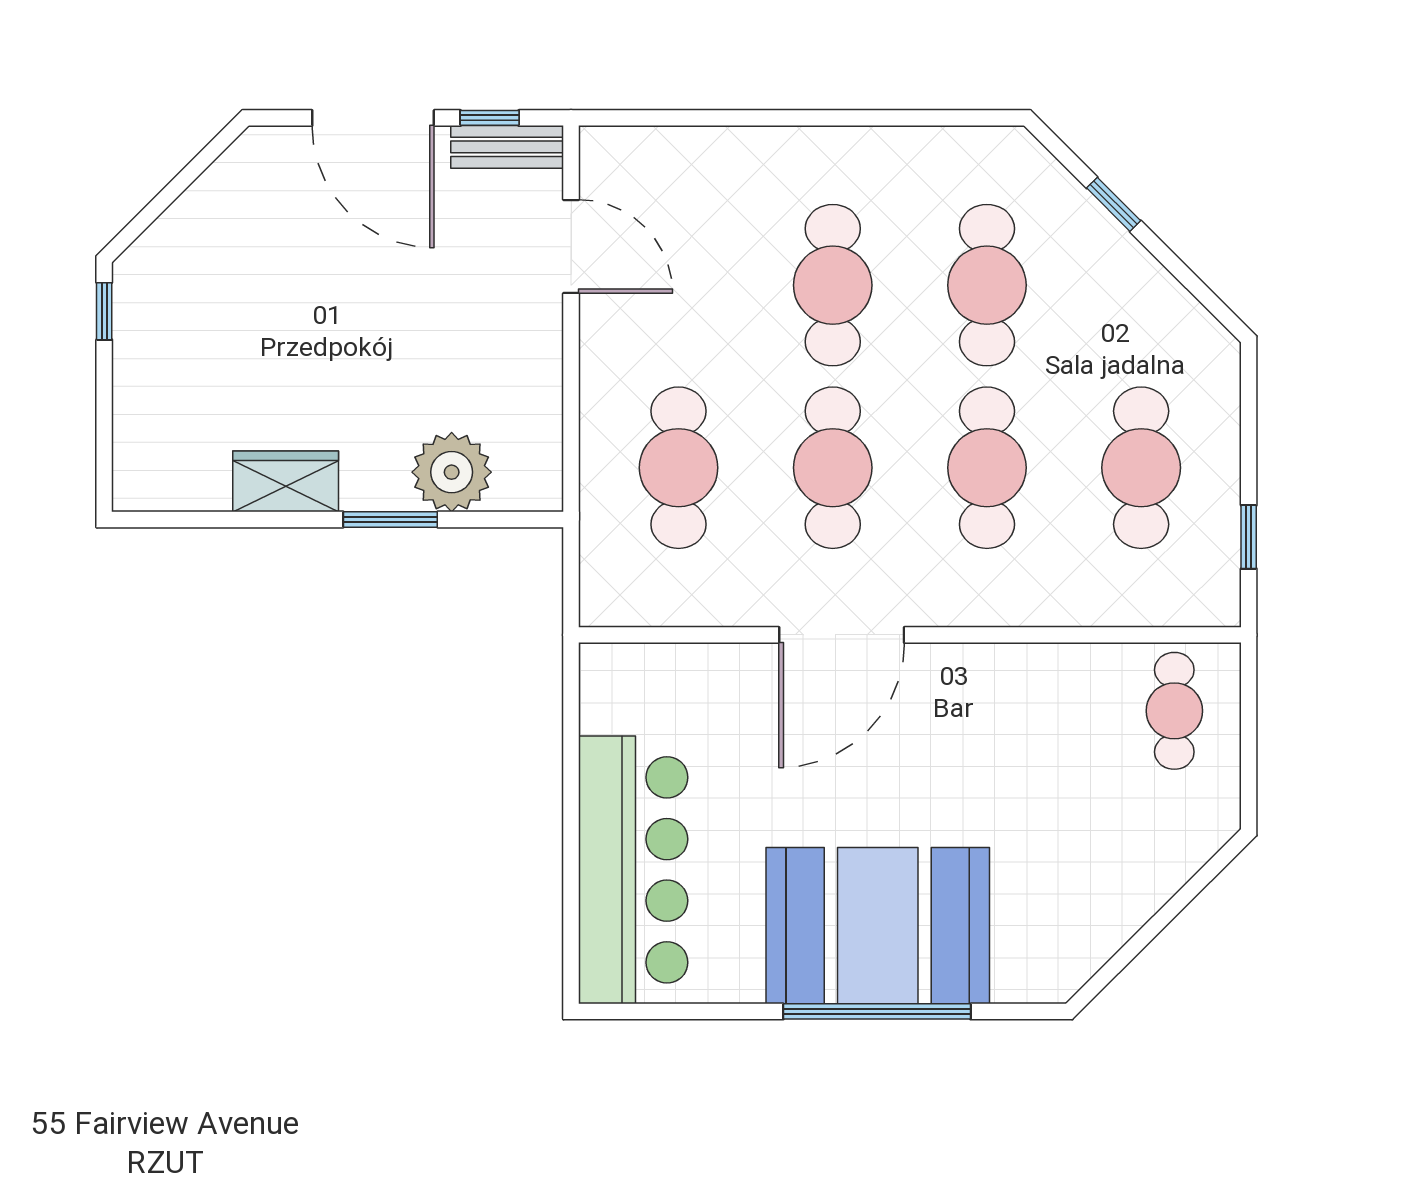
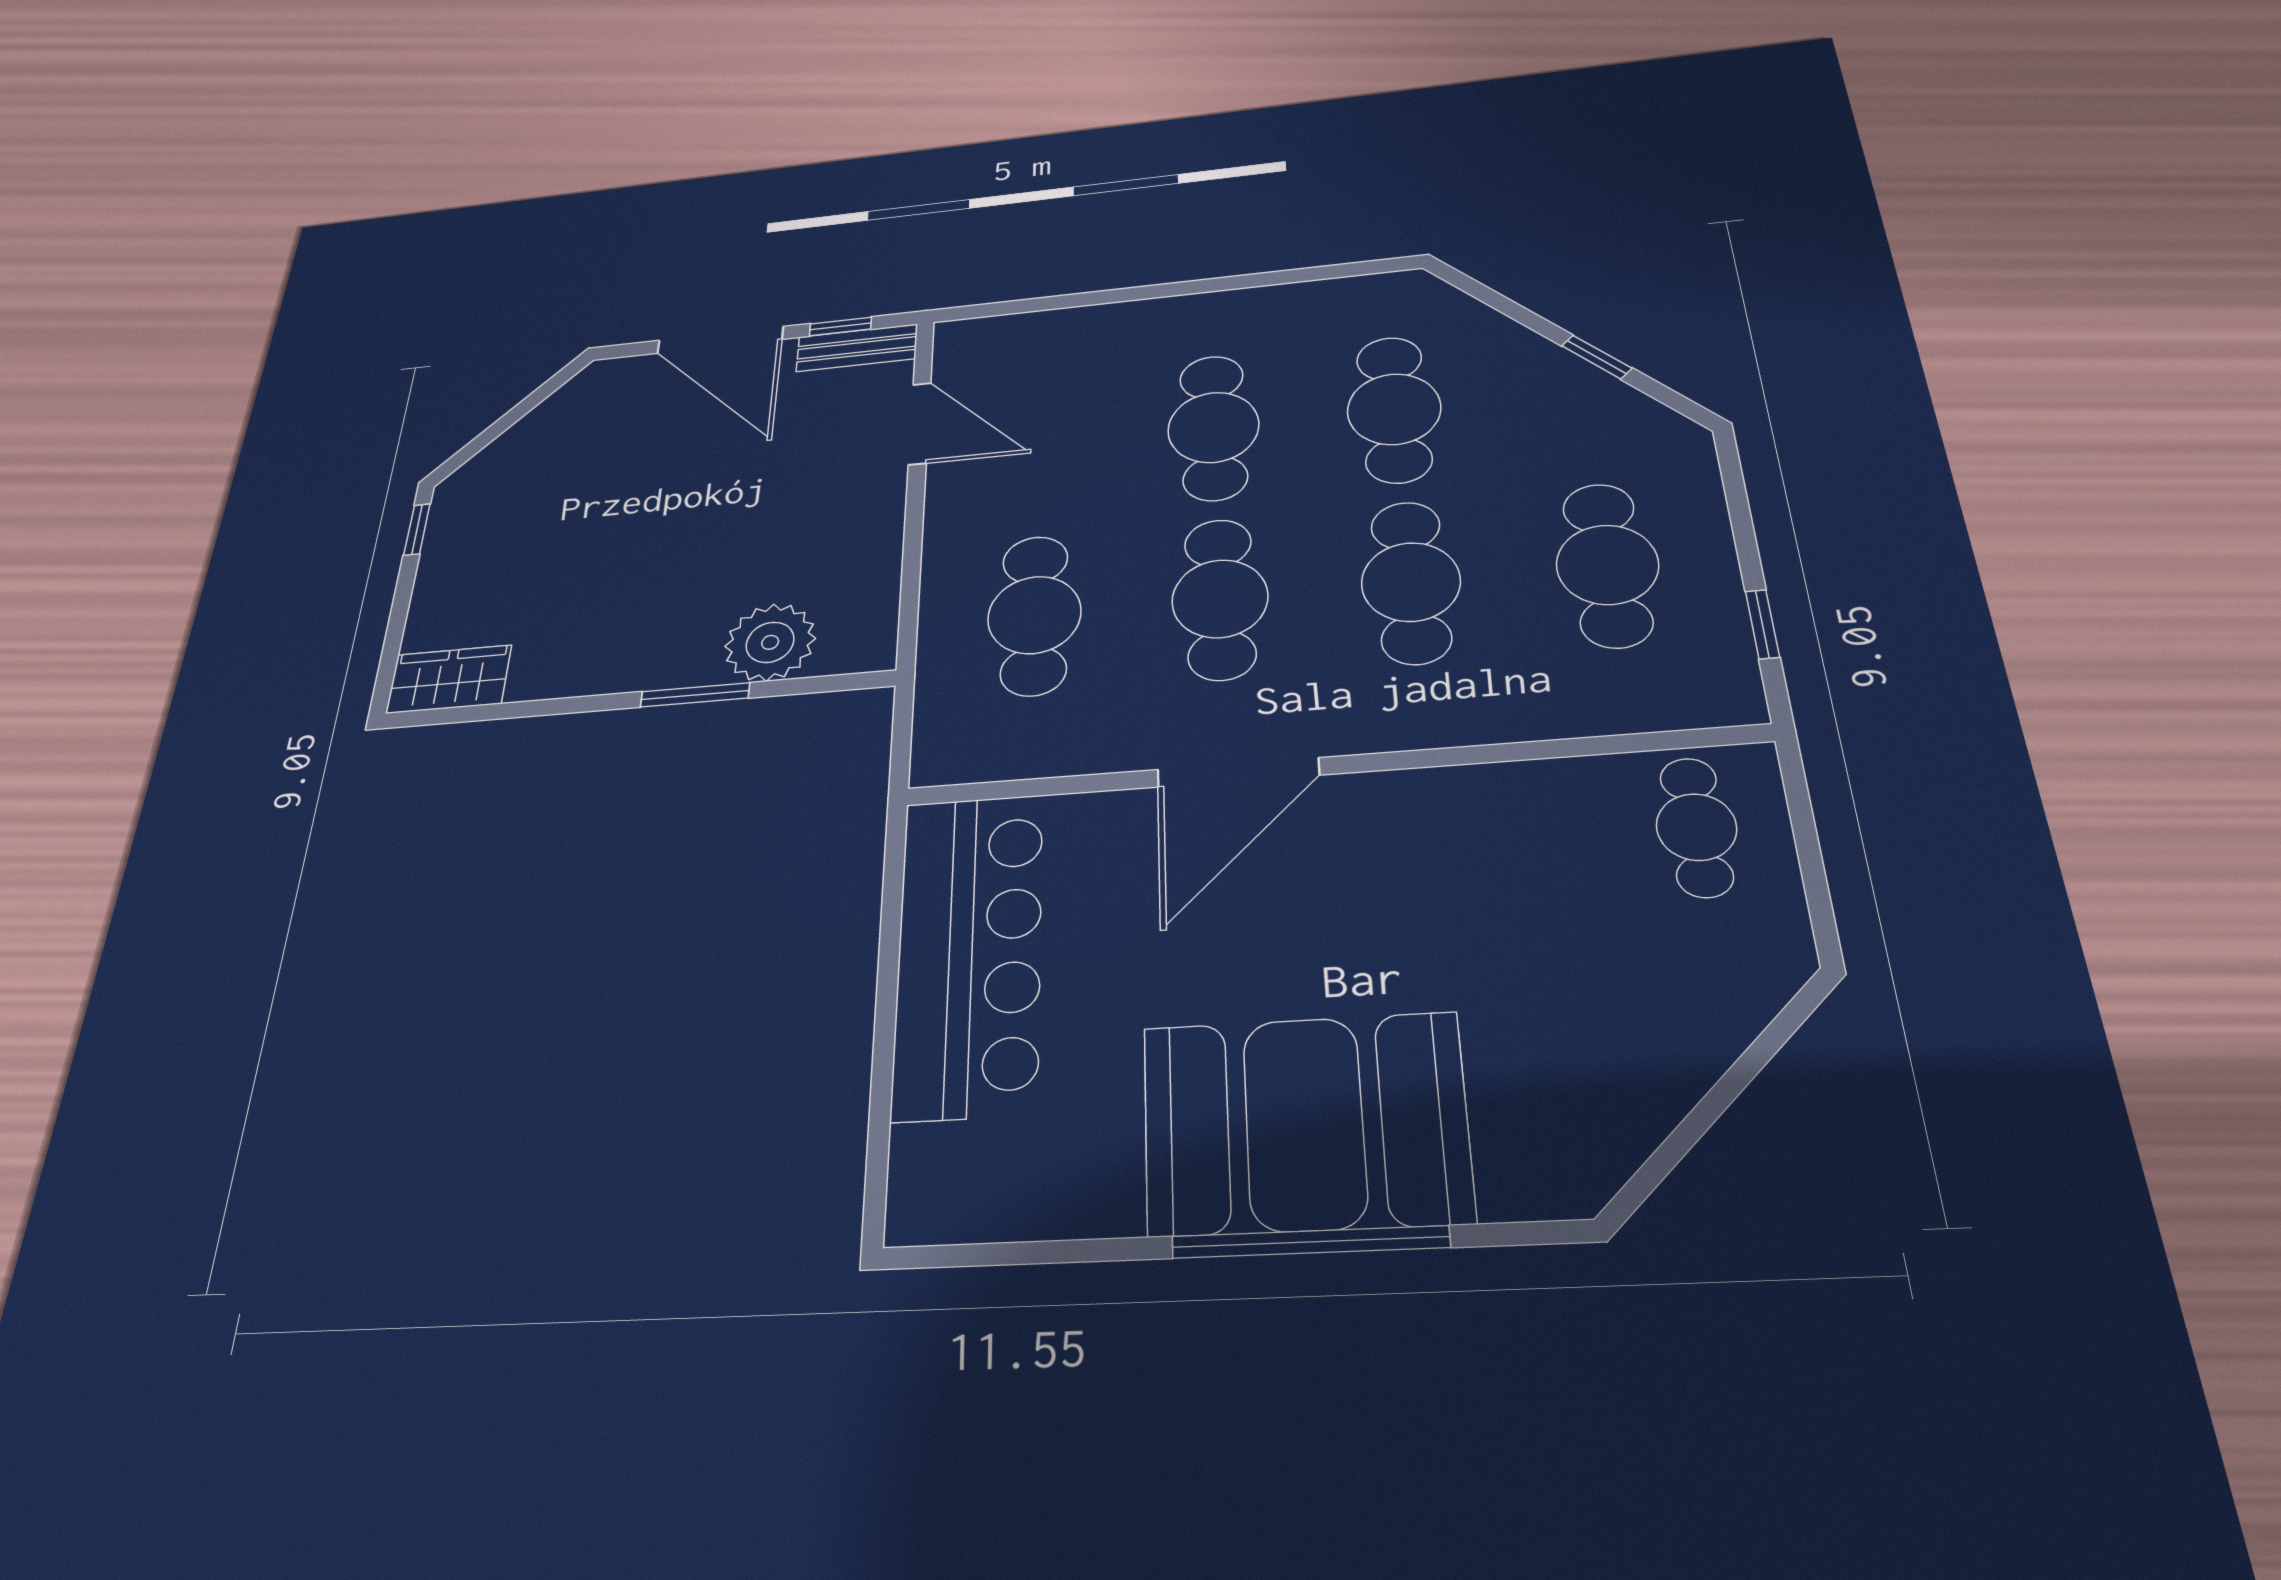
window: (1114, 204) -> (1597, 357), moved
wardrobe: (286, 481) -> (449, 679), moved
bar counter: (633, 870) -> (969, 953), moved

